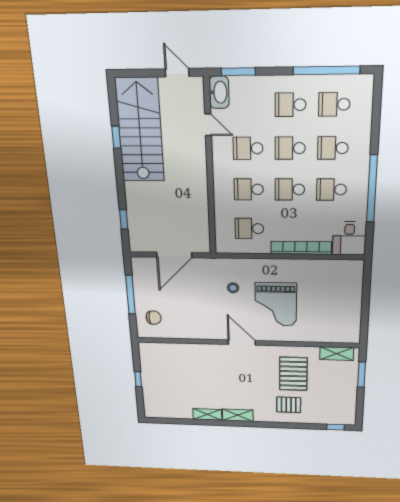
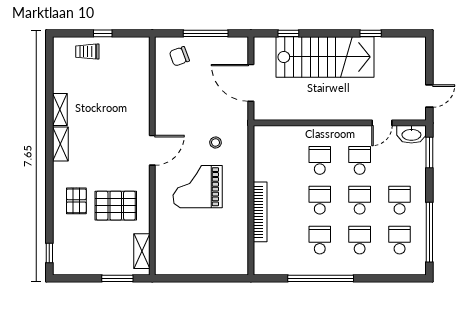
stairs: (140, 130) -> (325, 57), moved
school desk: (249, 229) -> (280, 160), removed
desk: (349, 238) -> (271, 259), removed
chair: (154, 318) -> (179, 56), turned 70
trolley: (155, 392) -> (87, 52), added

